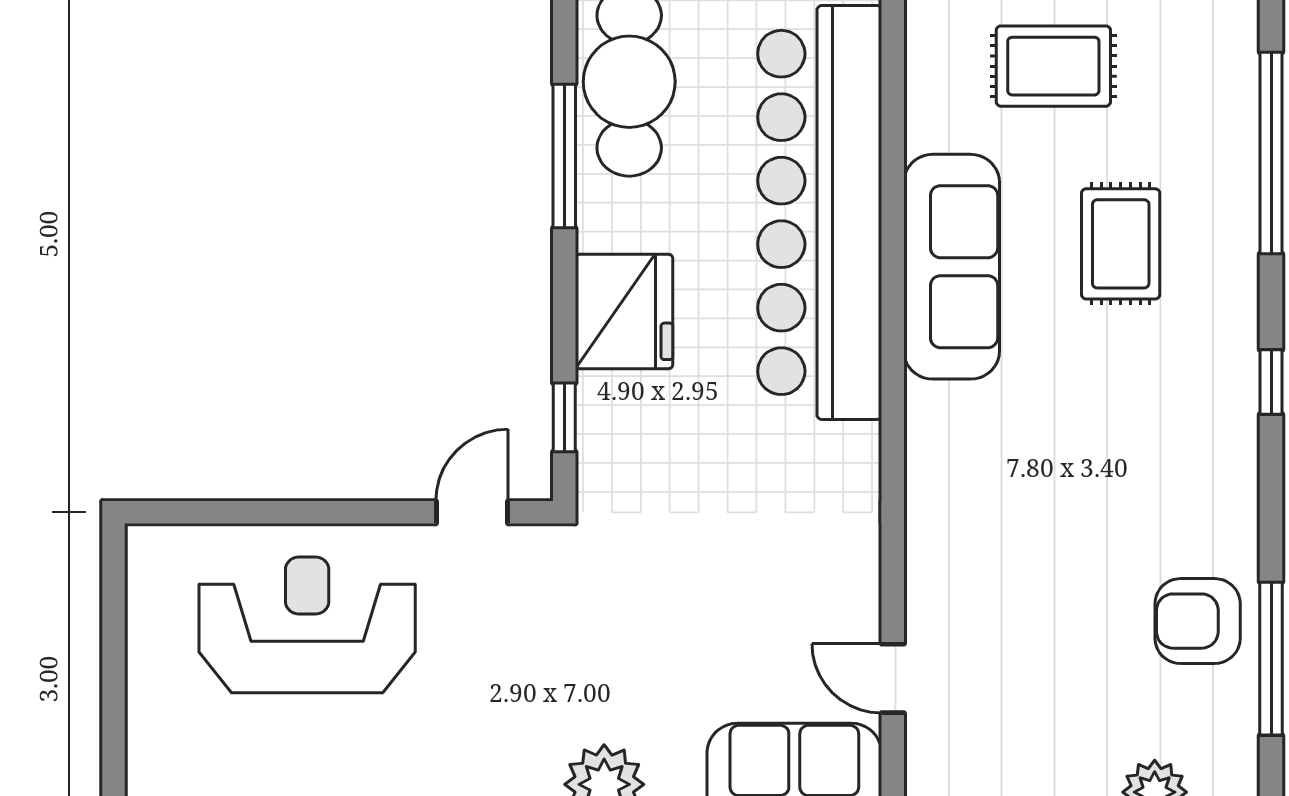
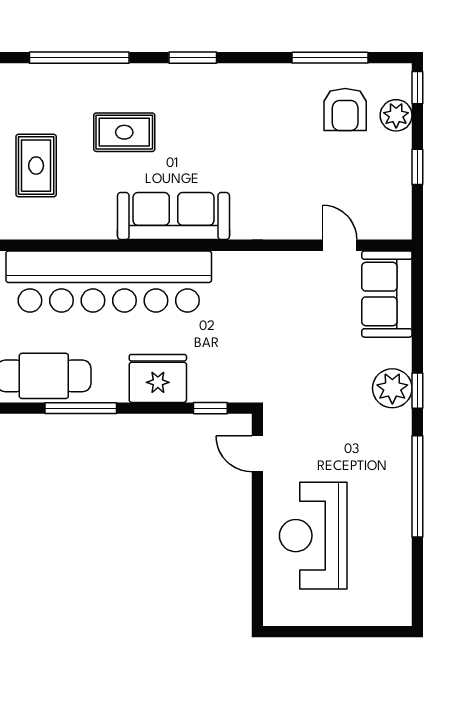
sofa: (952, 267) -> (174, 216), moved
window: (1271, 382) -> (193, 58), width x1.50
armchair: (1198, 621) -> (345, 110), moved
door: (893, 678) -> (340, 245), swing flipped

